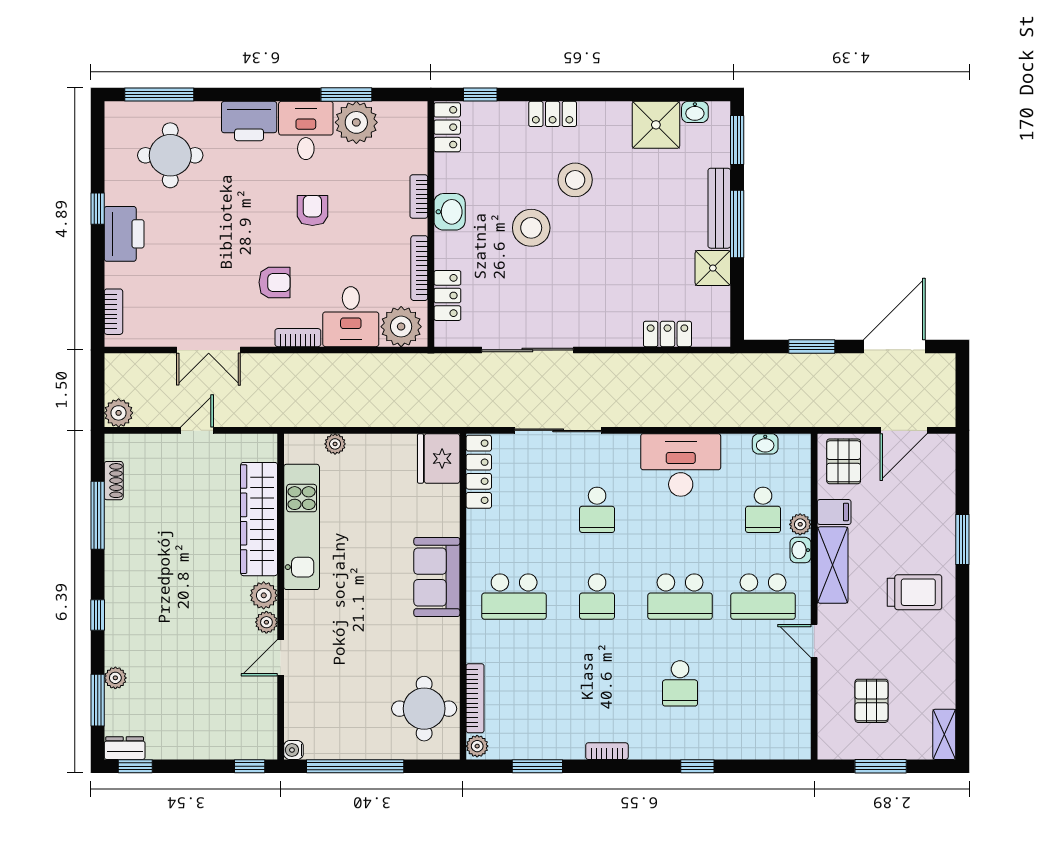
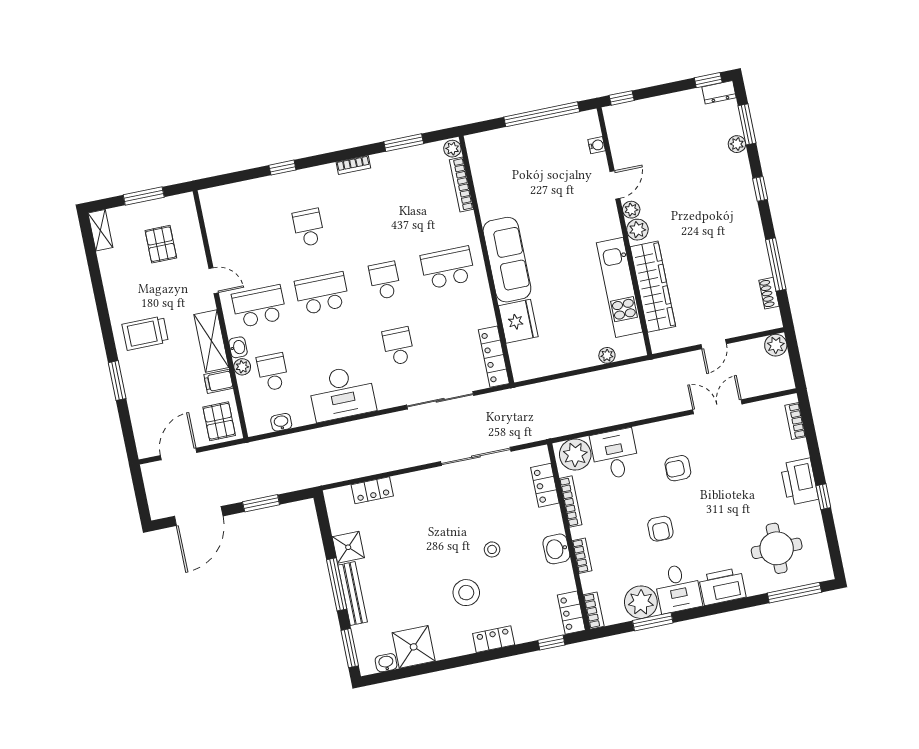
stool: (531, 228) -> (492, 549), width x0.53, depth x0.53
bookcase: (298, 338) -> (594, 611), moved, turned -90
fridge: (439, 459) -> (518, 321), moved
sofa: (437, 577) -> (507, 260), width x1.36
round table: (424, 709) -> (498, 169), removed
water cooler: (293, 750) -> (597, 145), moved

